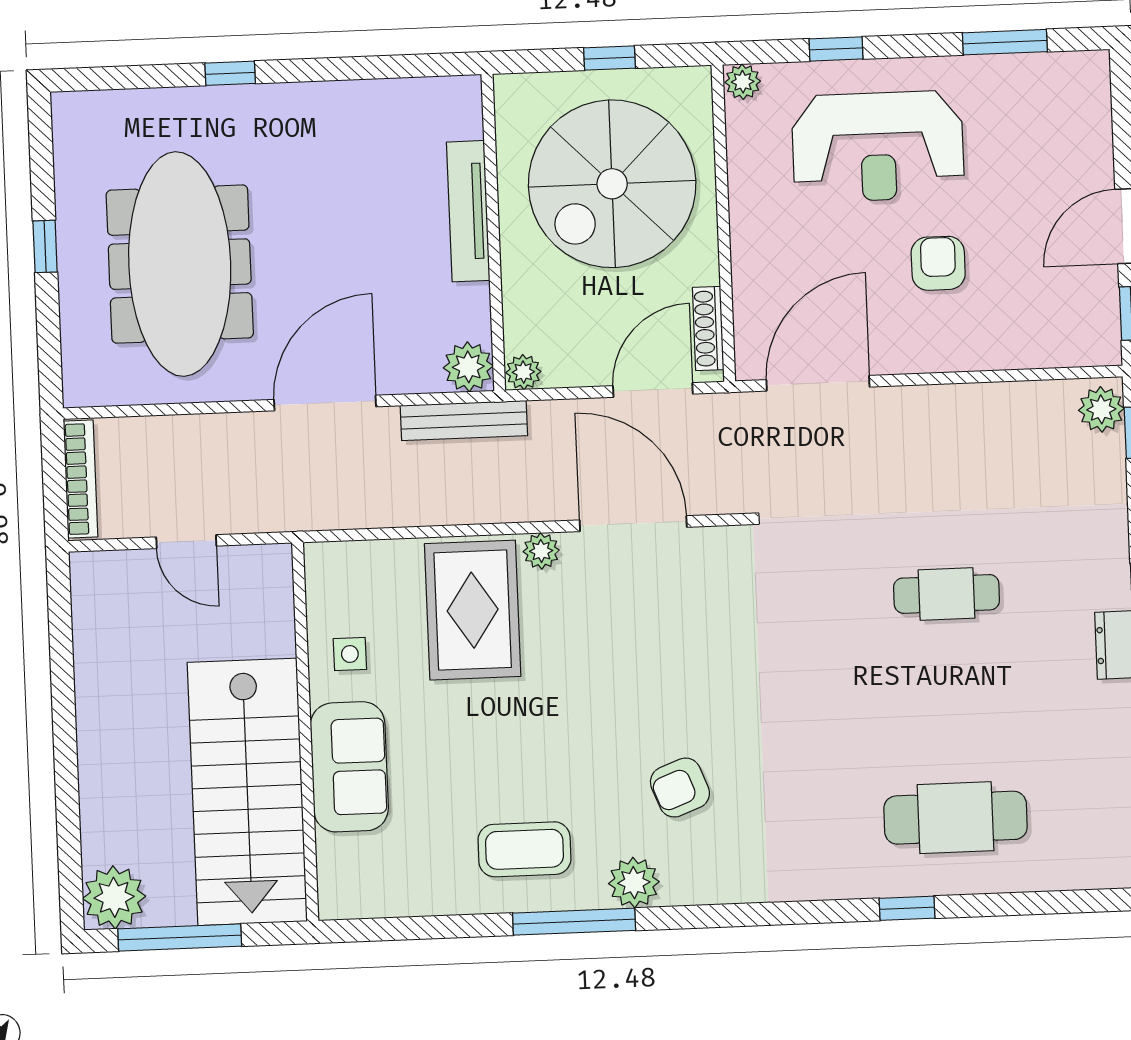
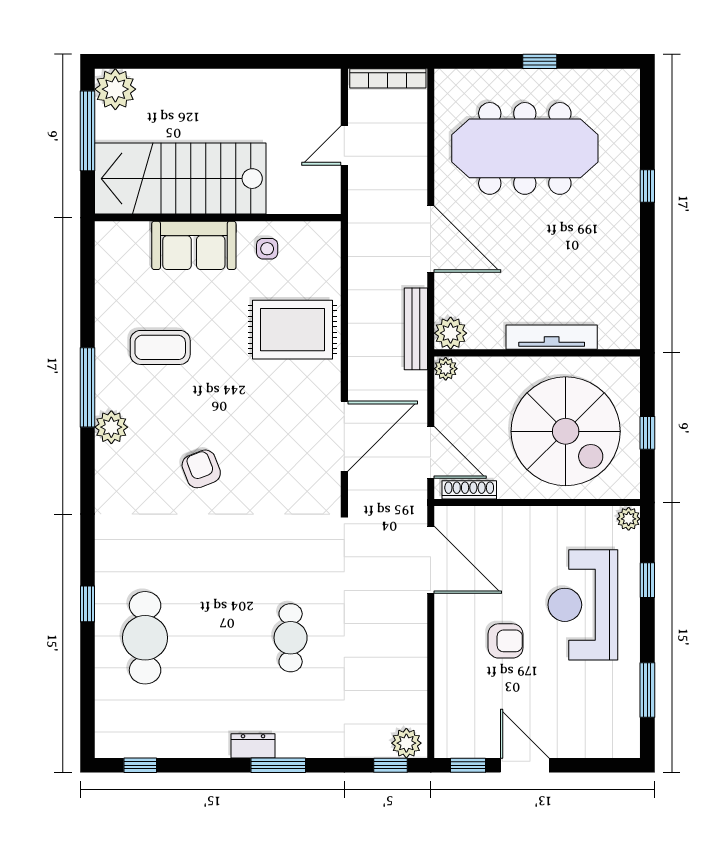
spiral stairs: (612, 184) -> (566, 431), turned 180
plant: (541, 551) -> (329, 376), removed
armchair: (680, 788) -> (201, 469), moved
coffee table: (524, 849) -> (160, 347), moved, turned 90

